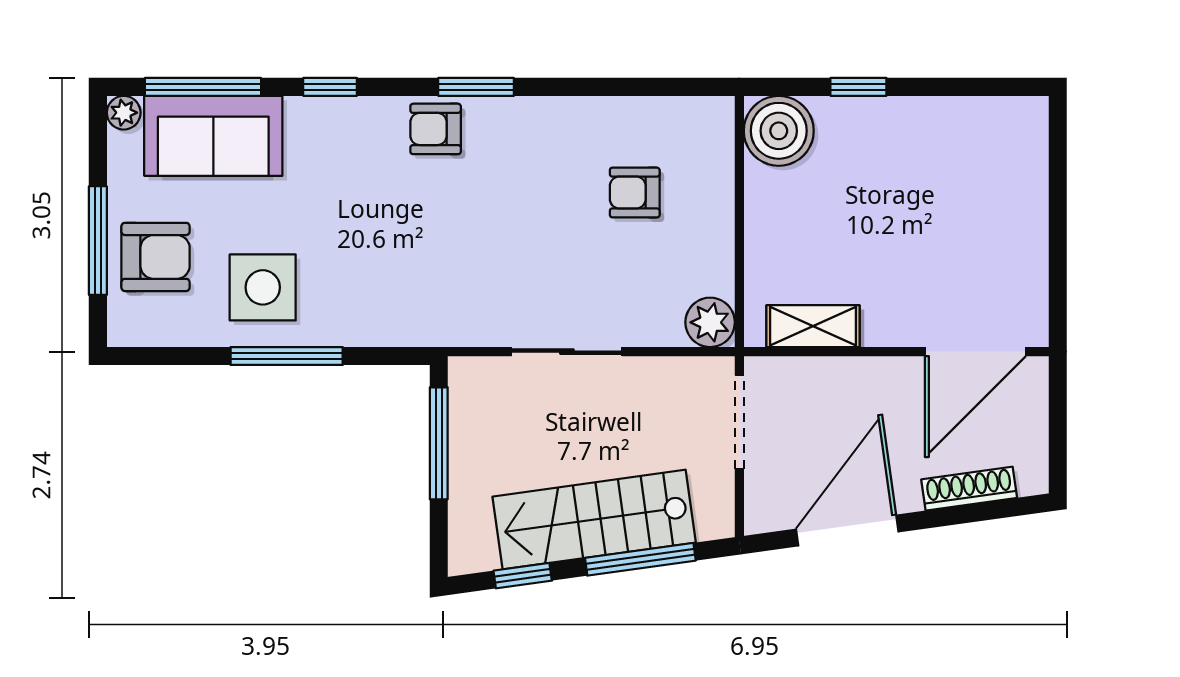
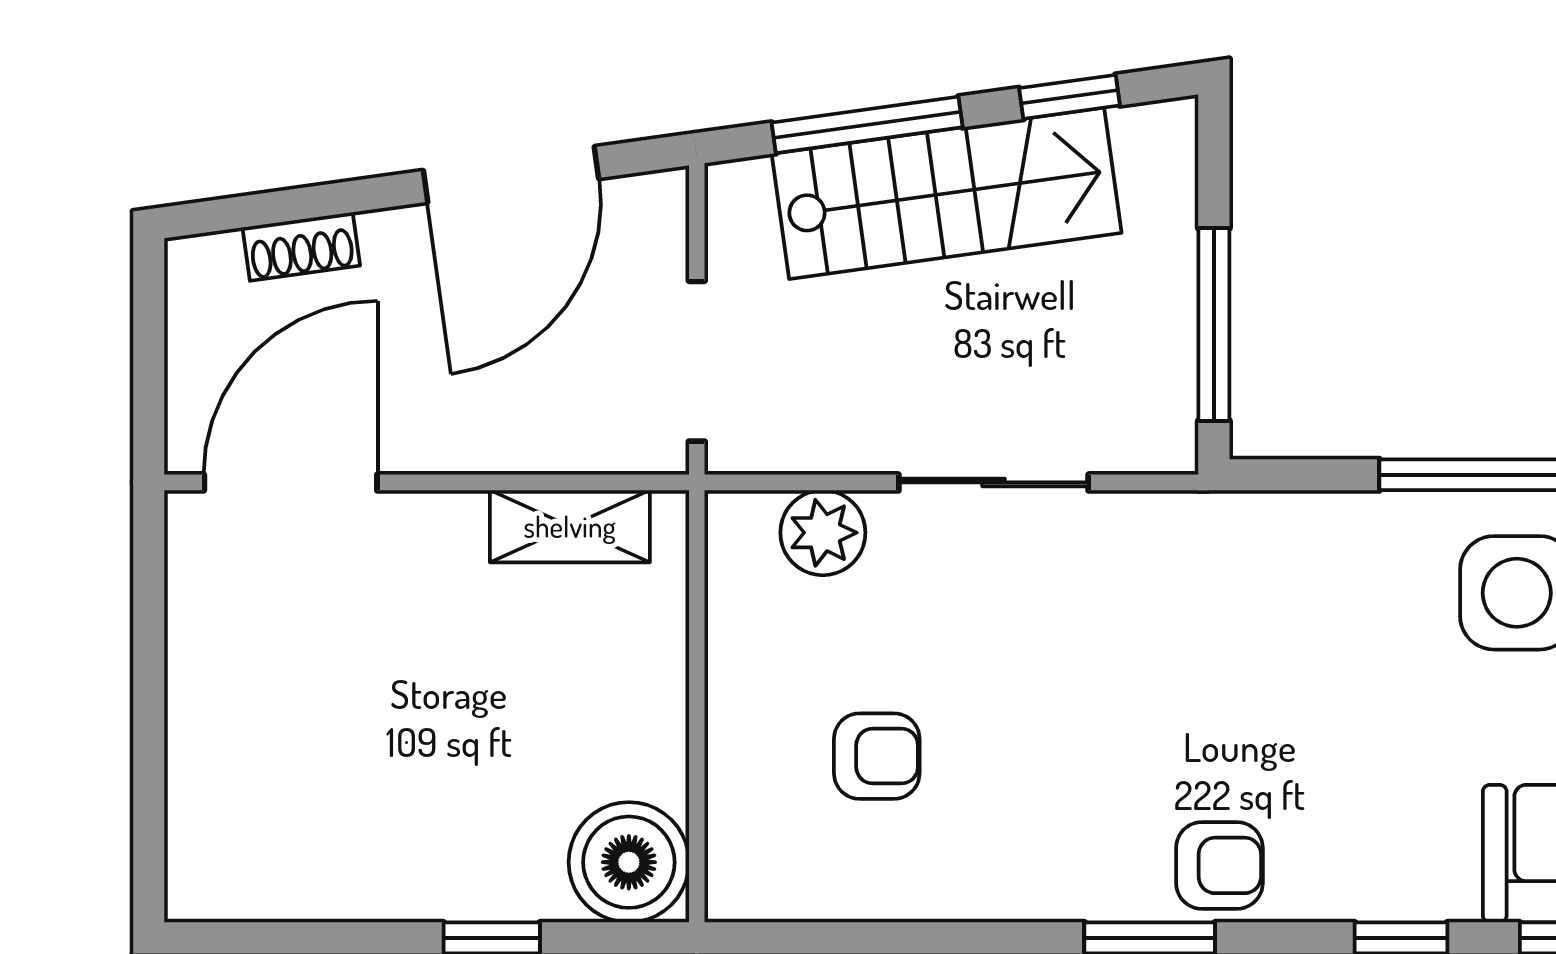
plant: (710, 322) -> (823, 533), moved
shoe rack: (969, 489) -> (301, 247), width x0.70

